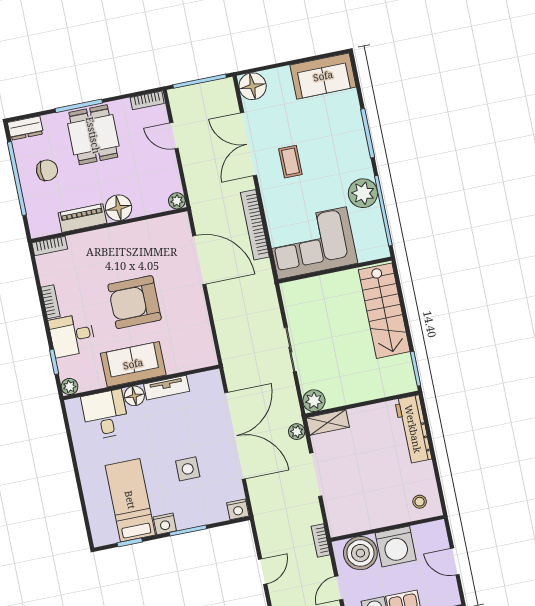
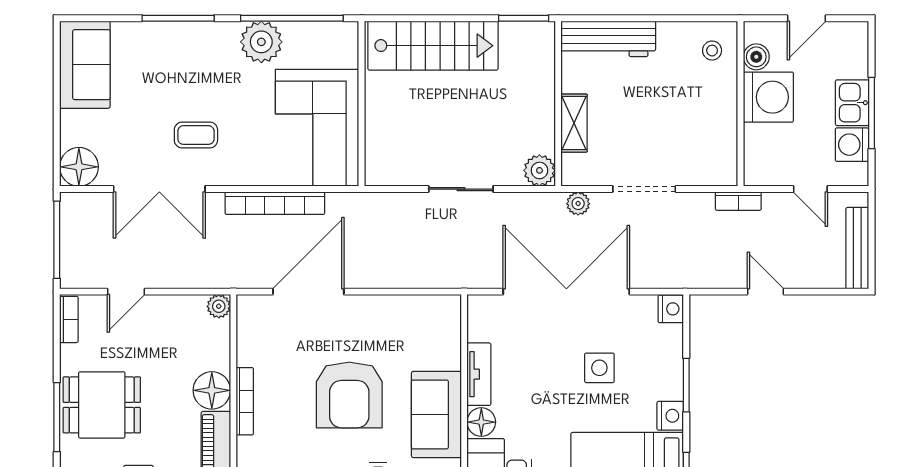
bookcase: (116, 232) -> (245, 401), added
shelving: (328, 422) -> (574, 123), moved
boiler: (360, 553) -> (756, 57), moved, width x0.54, depth x0.54

